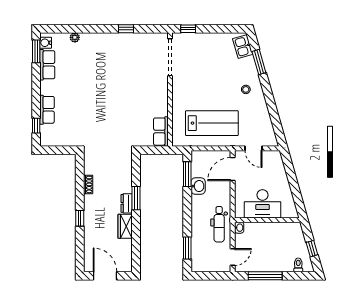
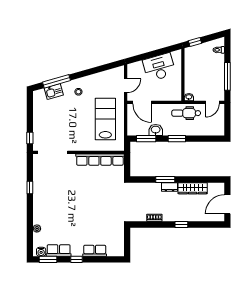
kitchen sink: (243, 46) -> (54, 92), moved
window: (259, 62) -> (57, 81), width x1.44
window: (36, 126) -> (76, 259), moved
row of seats: (161, 132) -> (100, 160), width x2.02
desk: (263, 204) -> (159, 67), moved, turned -106
dental chair: (219, 224) -> (186, 113), turned 180
wardrobe: (125, 226) -> (193, 188), width x1.50
window: (187, 248) -> (177, 139), moved
window: (312, 249) -> (195, 42), moved
door: (233, 257) -> (212, 102), swing flipped

